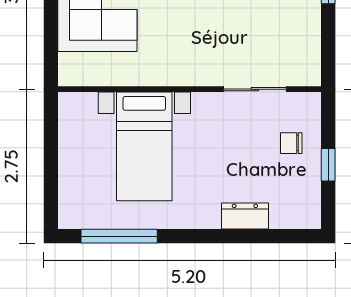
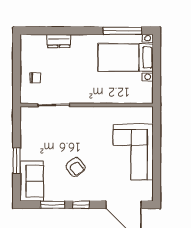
bed with nightstands: (144, 146) -> (126, 58), moved, turned -90
window: (328, 165) -> (17, 67), removed

